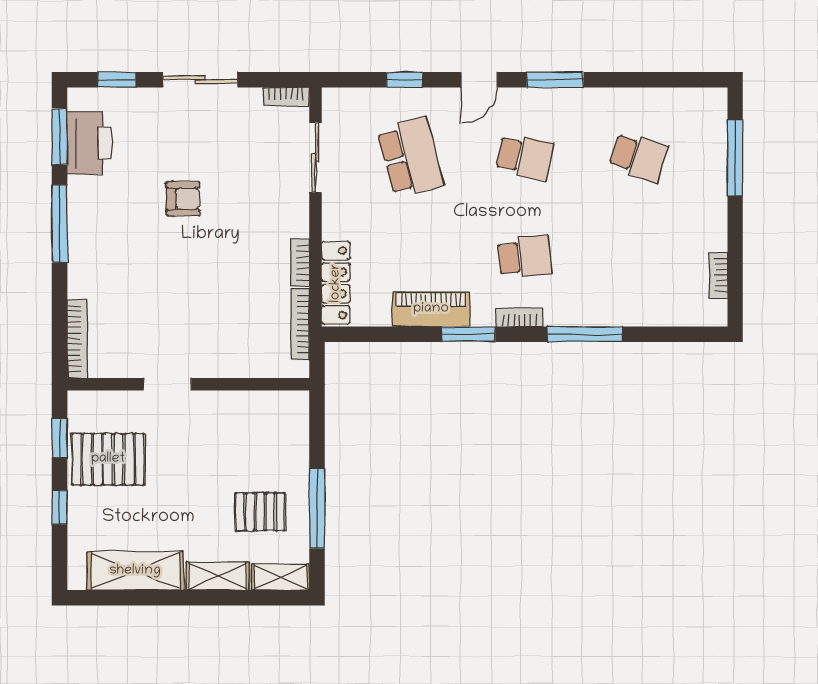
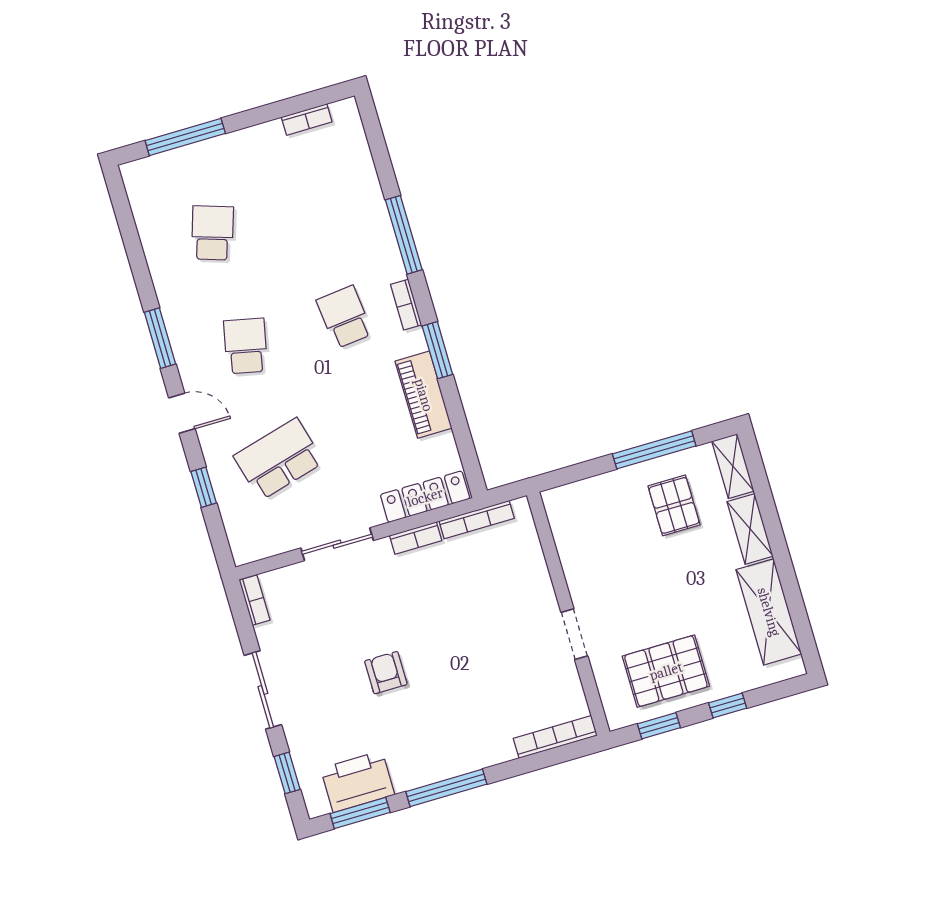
sliding door: (315, 157) -> (337, 544), moved
pallet: (108, 459) -> (666, 671), turned 90

